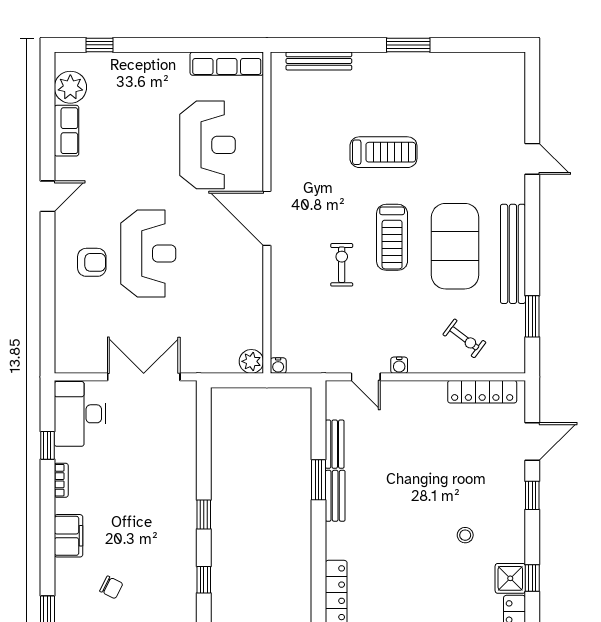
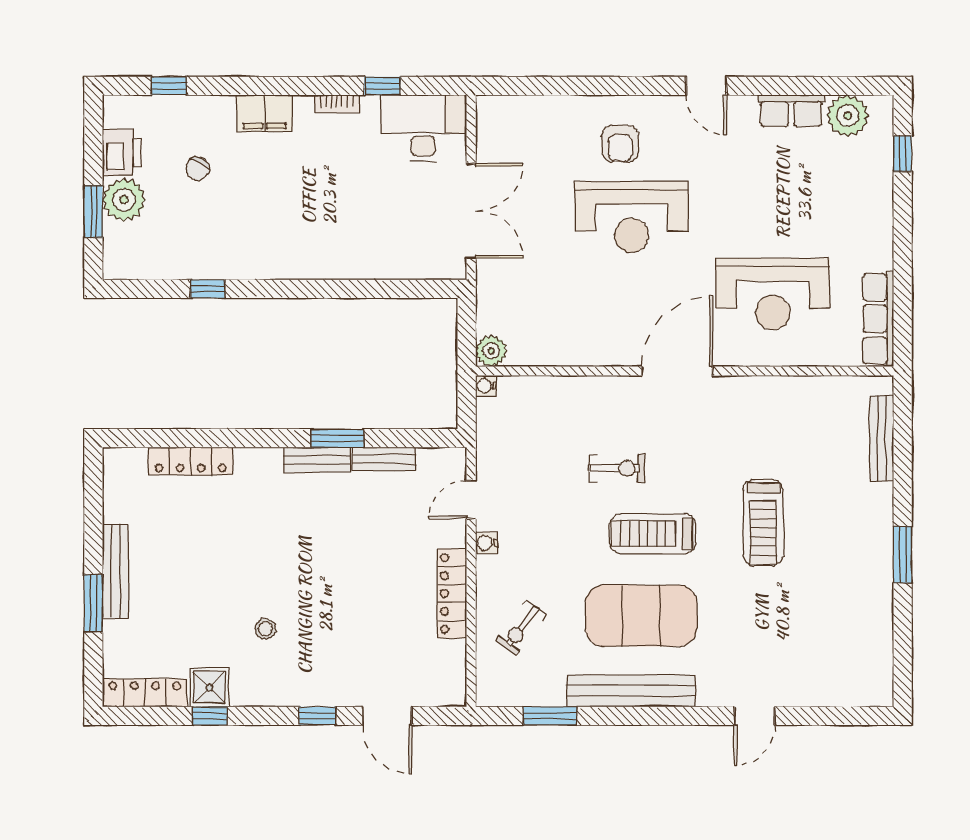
locker: (482, 392) -> (452, 593), moved
window: (204, 514) -> (292, 289), removed

